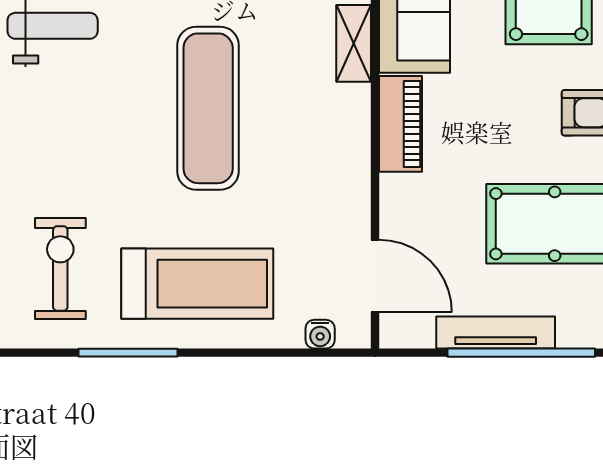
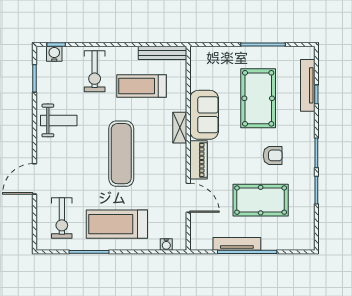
exercise bike: (60, 268) -> (62, 218), turned 180
door: (375, 276) -> (188, 198), moved
treadmill: (197, 284) -> (117, 224), turned 180

